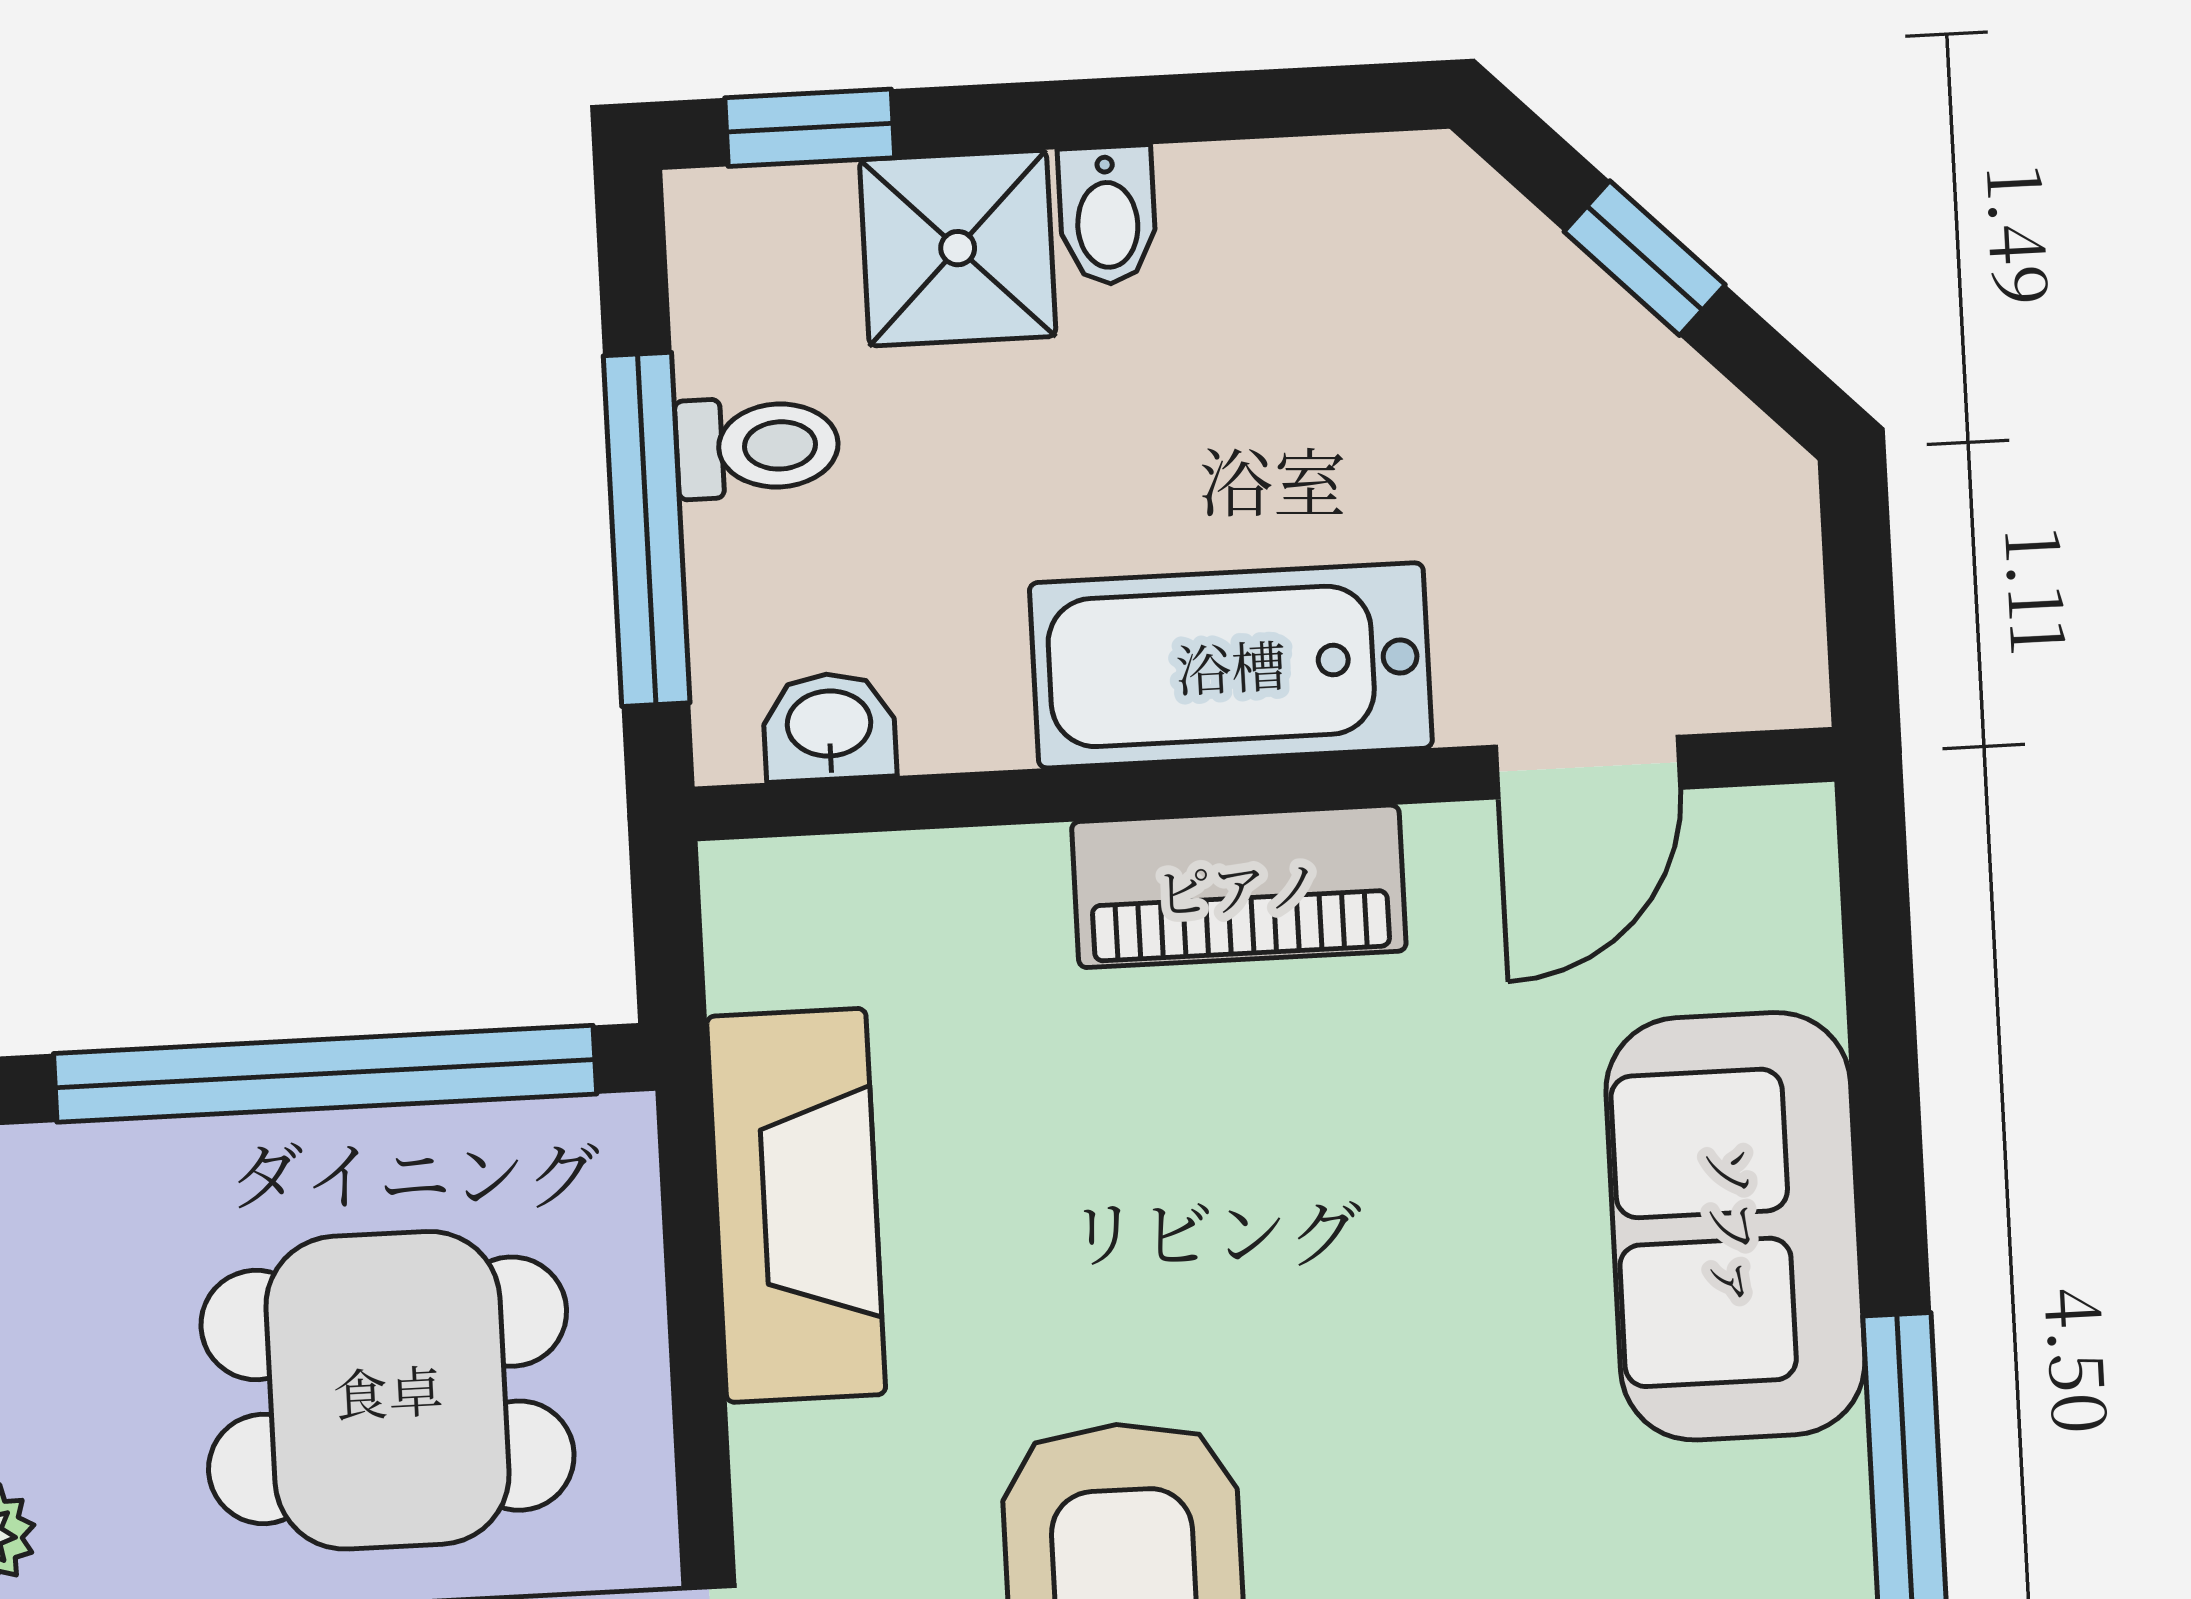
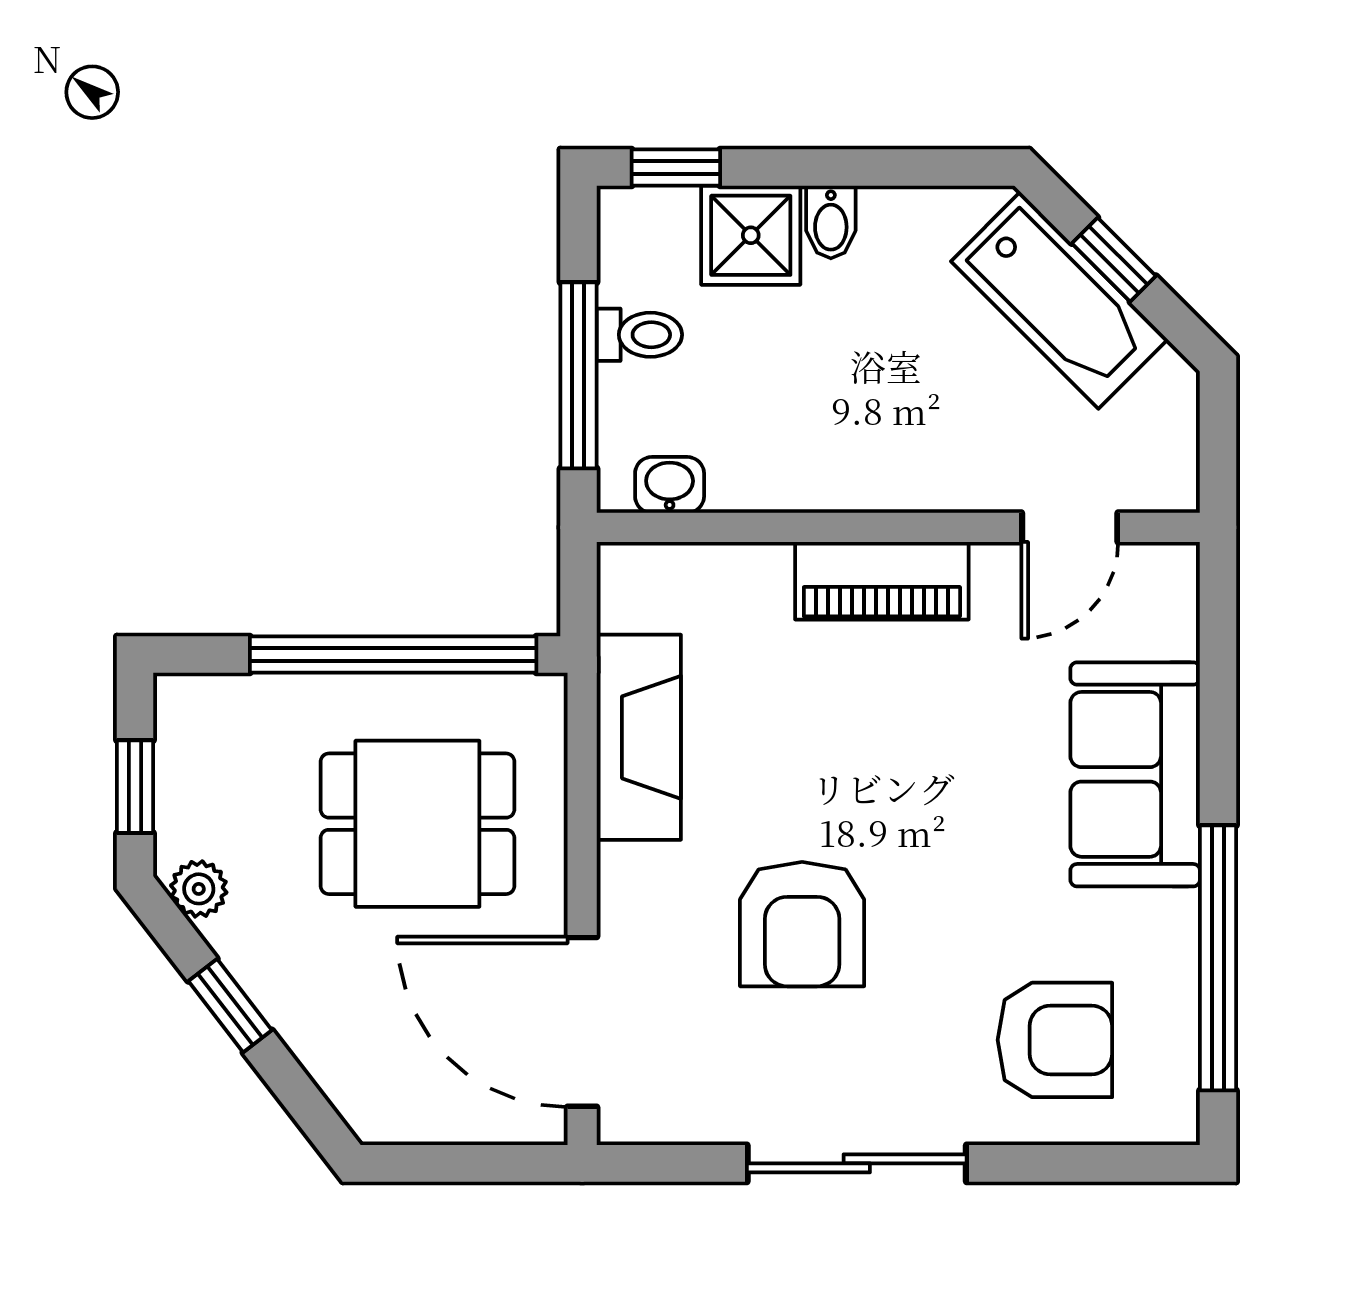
bathtub: (1231, 665) -> (1059, 300), moved, turned -135

